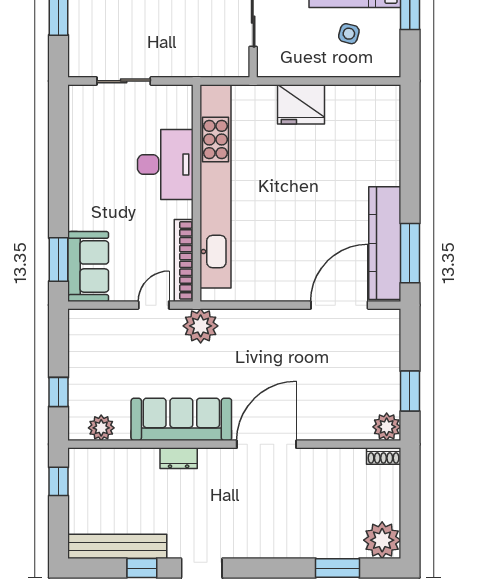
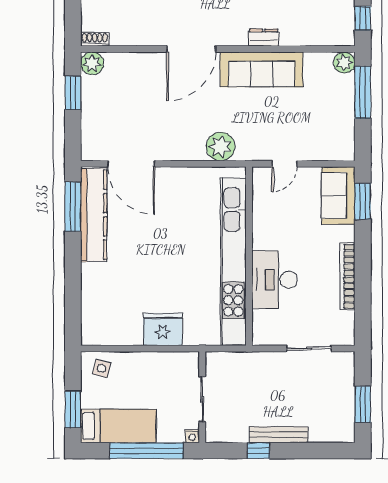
side table: (349, 34) -> (101, 368), moved
bookcase: (184, 260) -> (347, 276), moved, turned 180
door: (339, 305) -> (131, 164), hinge flipped
plant: (201, 326) -> (220, 147), moved
window: (59, 392) -> (363, 92), width x2.17
plant: (101, 428) -> (344, 63), moved

